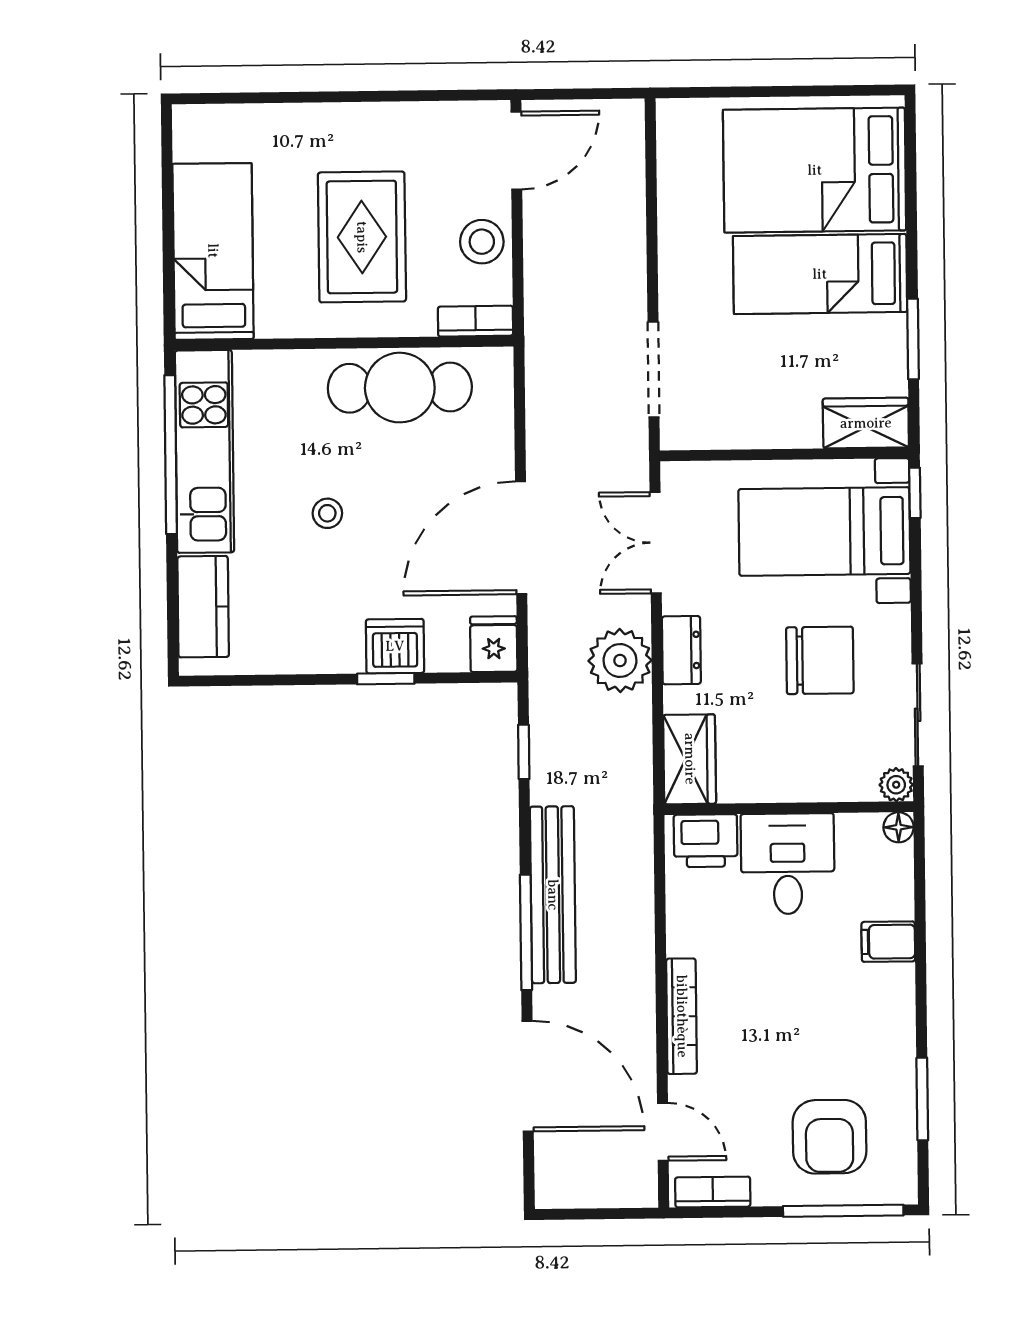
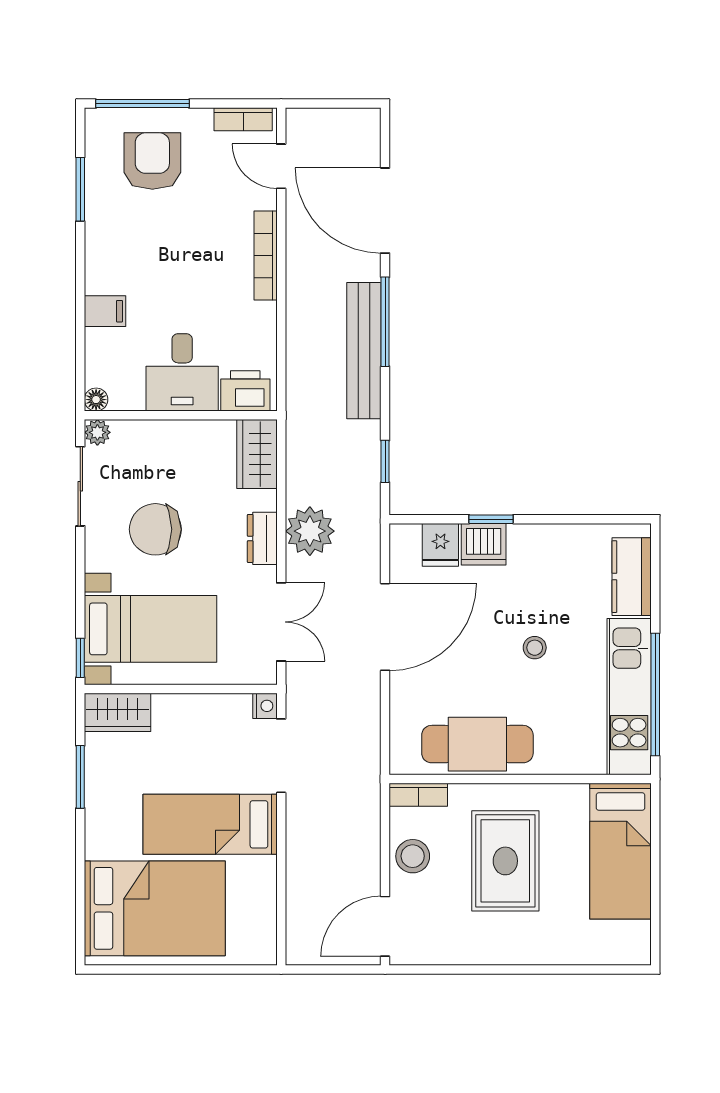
bed: (820, 274) -> (210, 824), moved, turned 180
nightstand: (675, 434) -> (265, 706), added
fridge: (494, 644) -> (440, 545), moved

